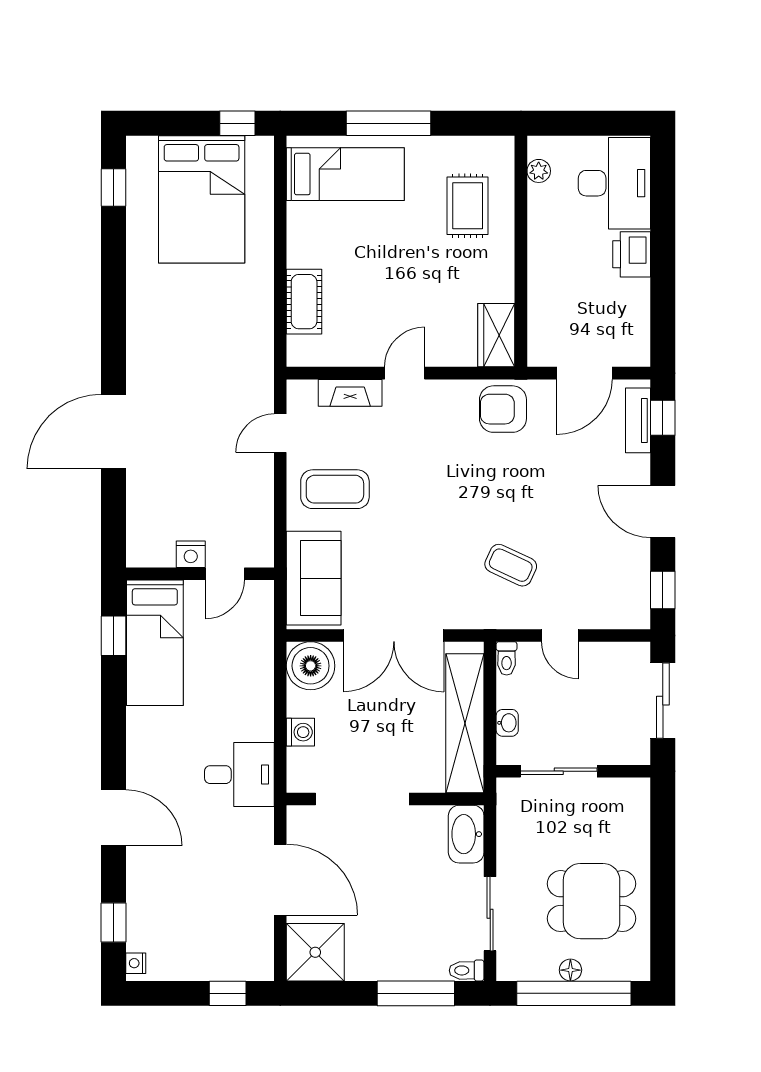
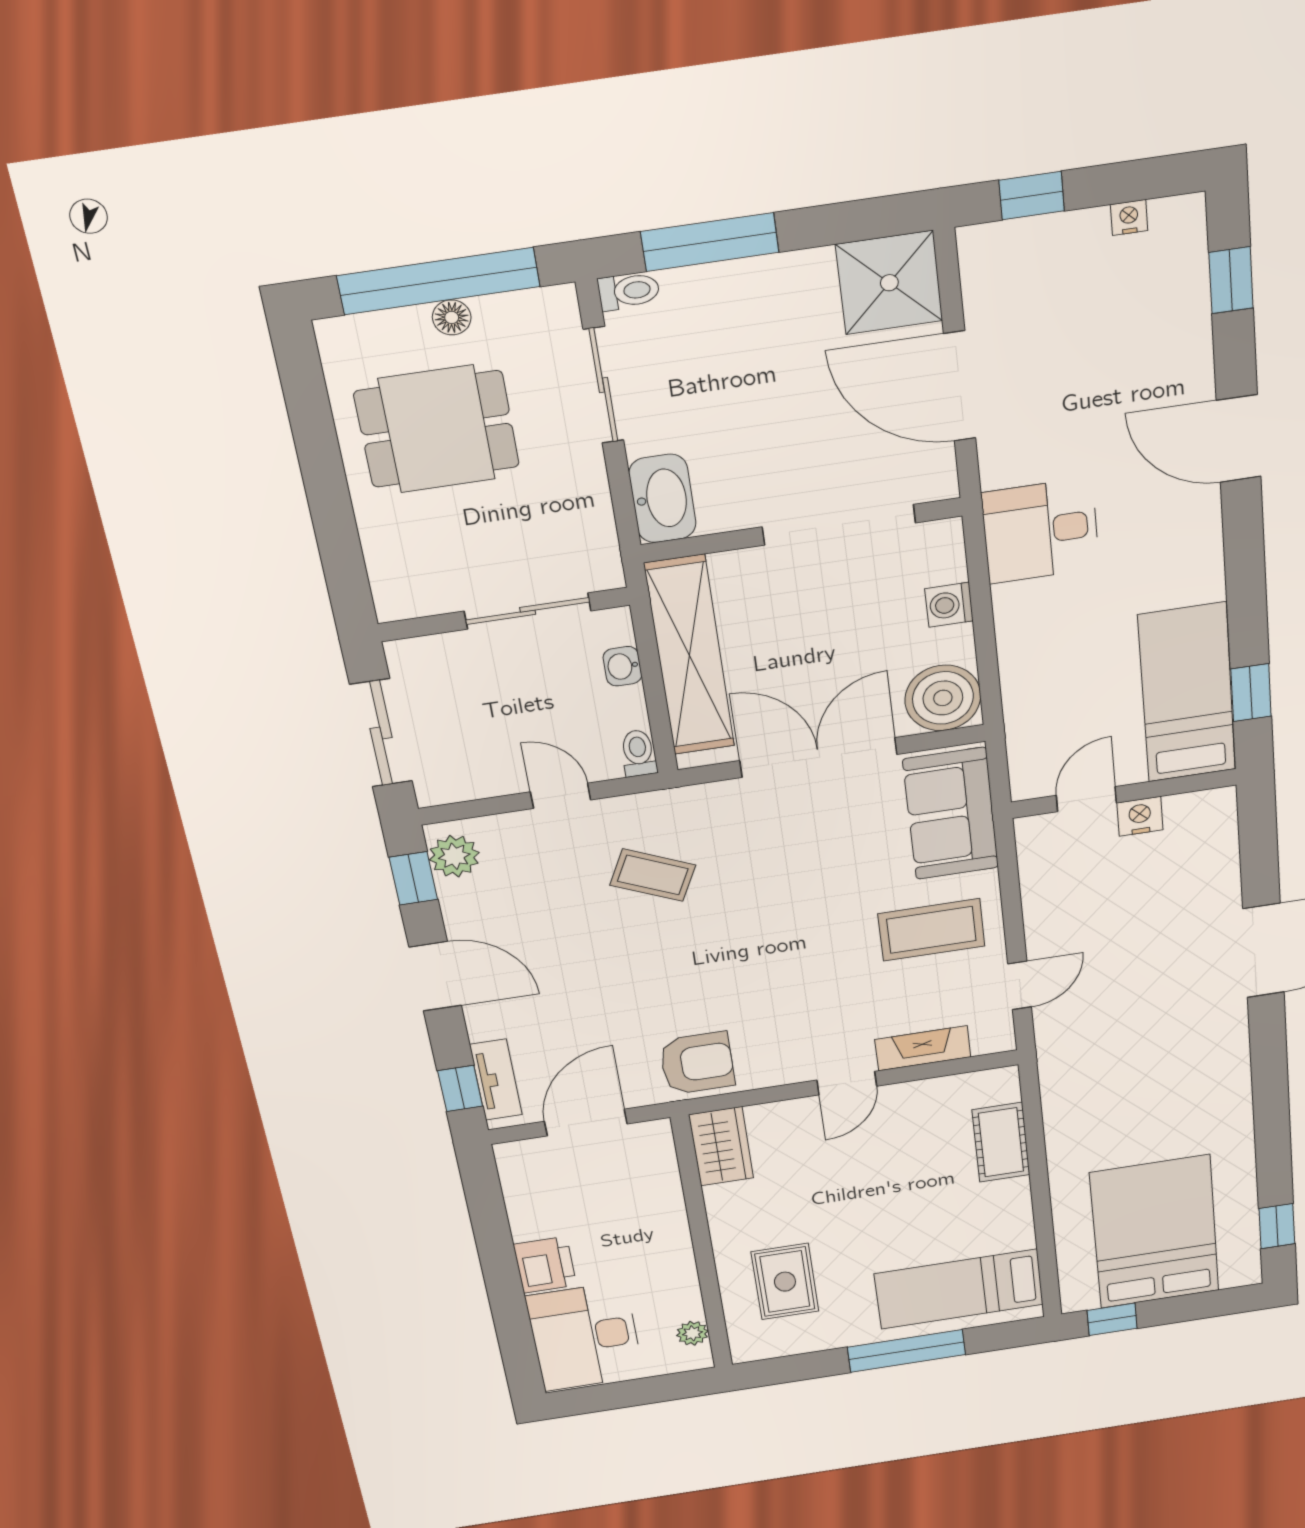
plant: (634, 602) -> (454, 856), added
nightstand: (136, 963) -> (1129, 217), moved, turned -90

